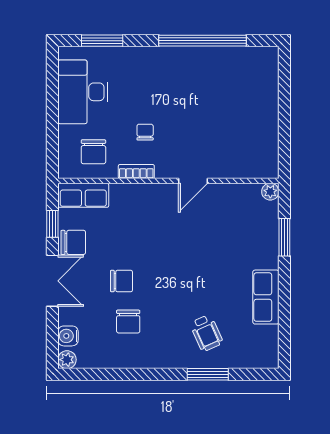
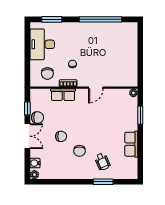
row of seats: (83, 195) -> (63, 95), moved
chair: (128, 322) -> (80, 151), moved

